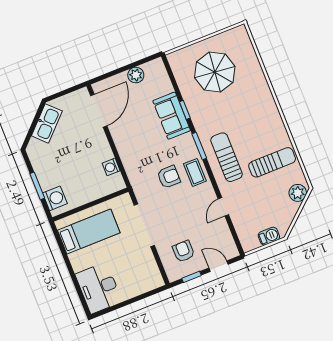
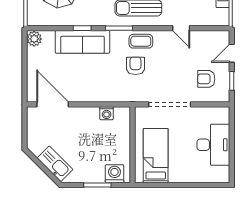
plant: (136, 75) -> (34, 39), moved
sofa: (172, 116) -> (83, 42), width x1.36
kitchen sink: (47, 123) -> (55, 164), moved
desk: (99, 288) -> (213, 145), moved, turned -90

